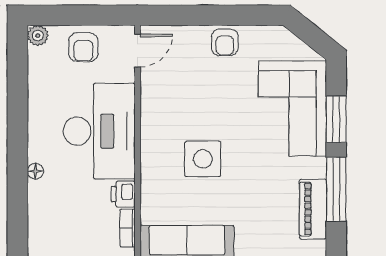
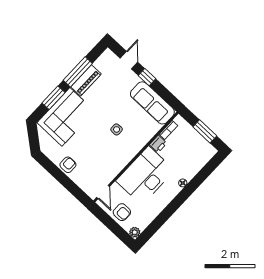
armchair: (83, 47) -> (122, 212), turned 90
door: (138, 51) -> (103, 192), swing flipped
side table: (203, 159) -> (117, 129), width x0.54, depth x0.54
piano: (313, 209) -> (86, 80), moved

